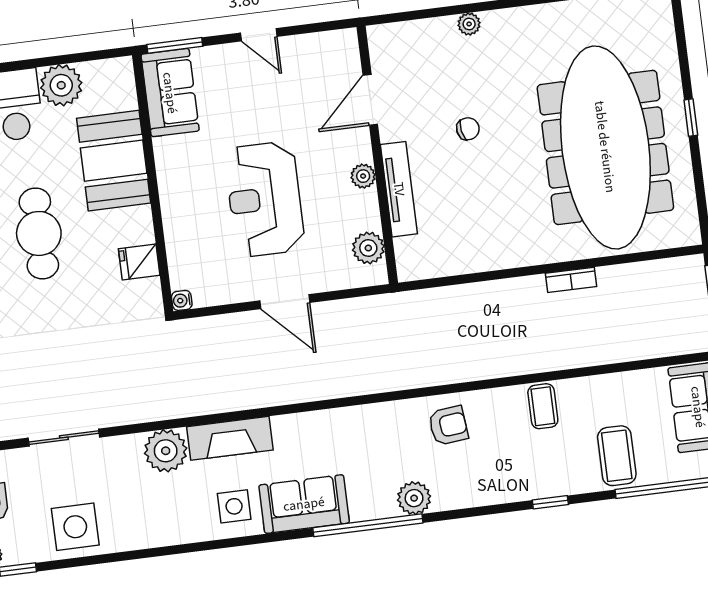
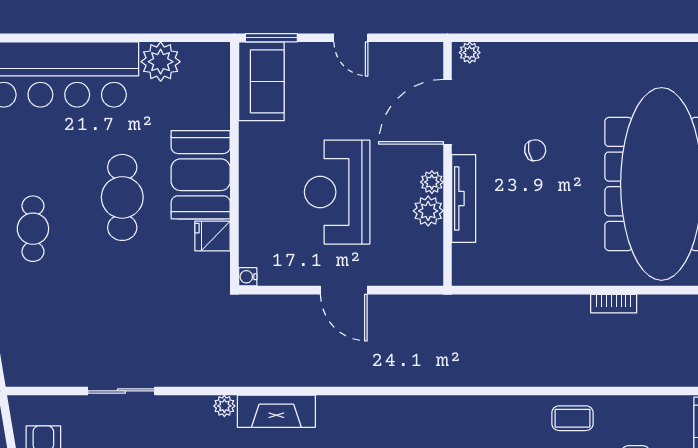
plant: (469, 24) -> (470, 53), moved
door: (370, 100) -> (448, 112), width x1.36
booth: (114, 161) -> (201, 175), moved
plant: (368, 248) -> (428, 211), moved
coffee table: (543, 406) -> (573, 418), turned 90
armchair: (448, 426) -> (482, 425), removed
plant: (166, 451) -> (224, 406), width x0.53, depth x0.53

